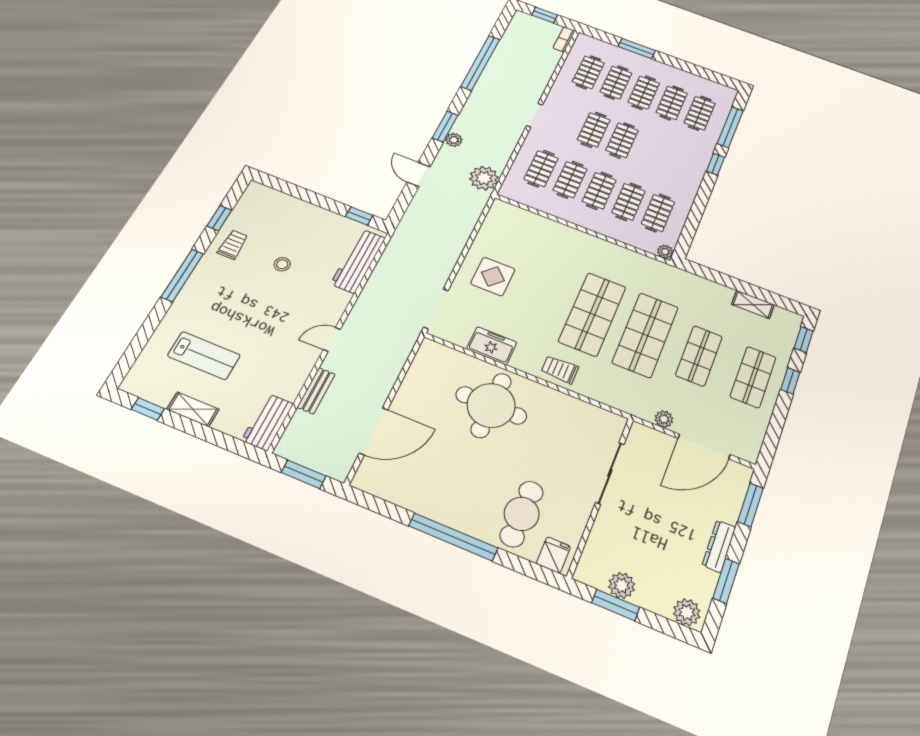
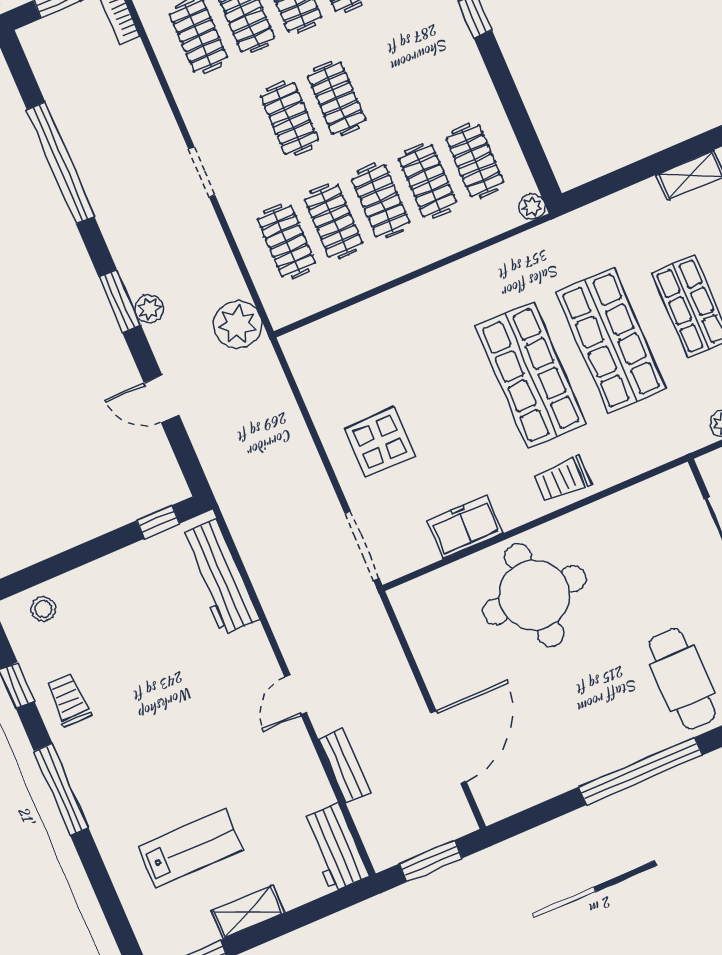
stool: (282, 264) -> (43, 609), moved

